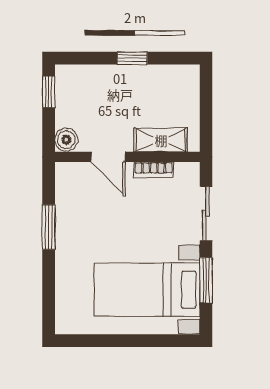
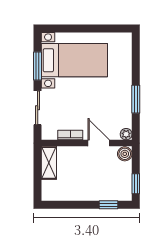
window: (132, 58) -> (109, 205), moved
shelving: (161, 140) -> (49, 163), moved, turned 90
plant: (64, 171) -> (126, 134), added

